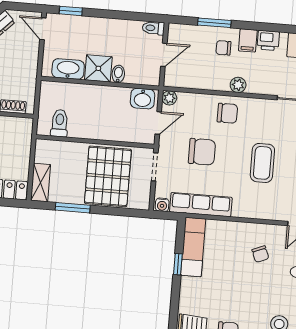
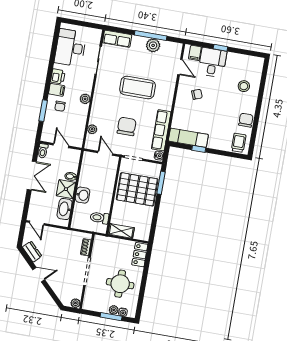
window: (71, 11) -> (27, 204), removed
double door: (114, 15) -> (32, 176), added
door: (43, 29) -> (37, 223), hinge flipped
plant: (169, 98) -> (92, 129), moved
washbasin: (143, 99) -> (83, 195), moved
chair: (227, 113) -> (103, 108), removed
coffee table: (262, 163) -> (138, 88), width x1.36, depth x1.32
shelving: (41, 183) -> (121, 231), moved
window: (73, 208) -> (161, 183), moved

